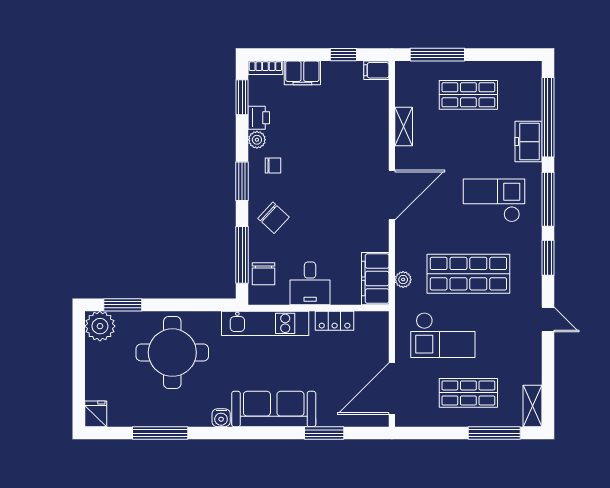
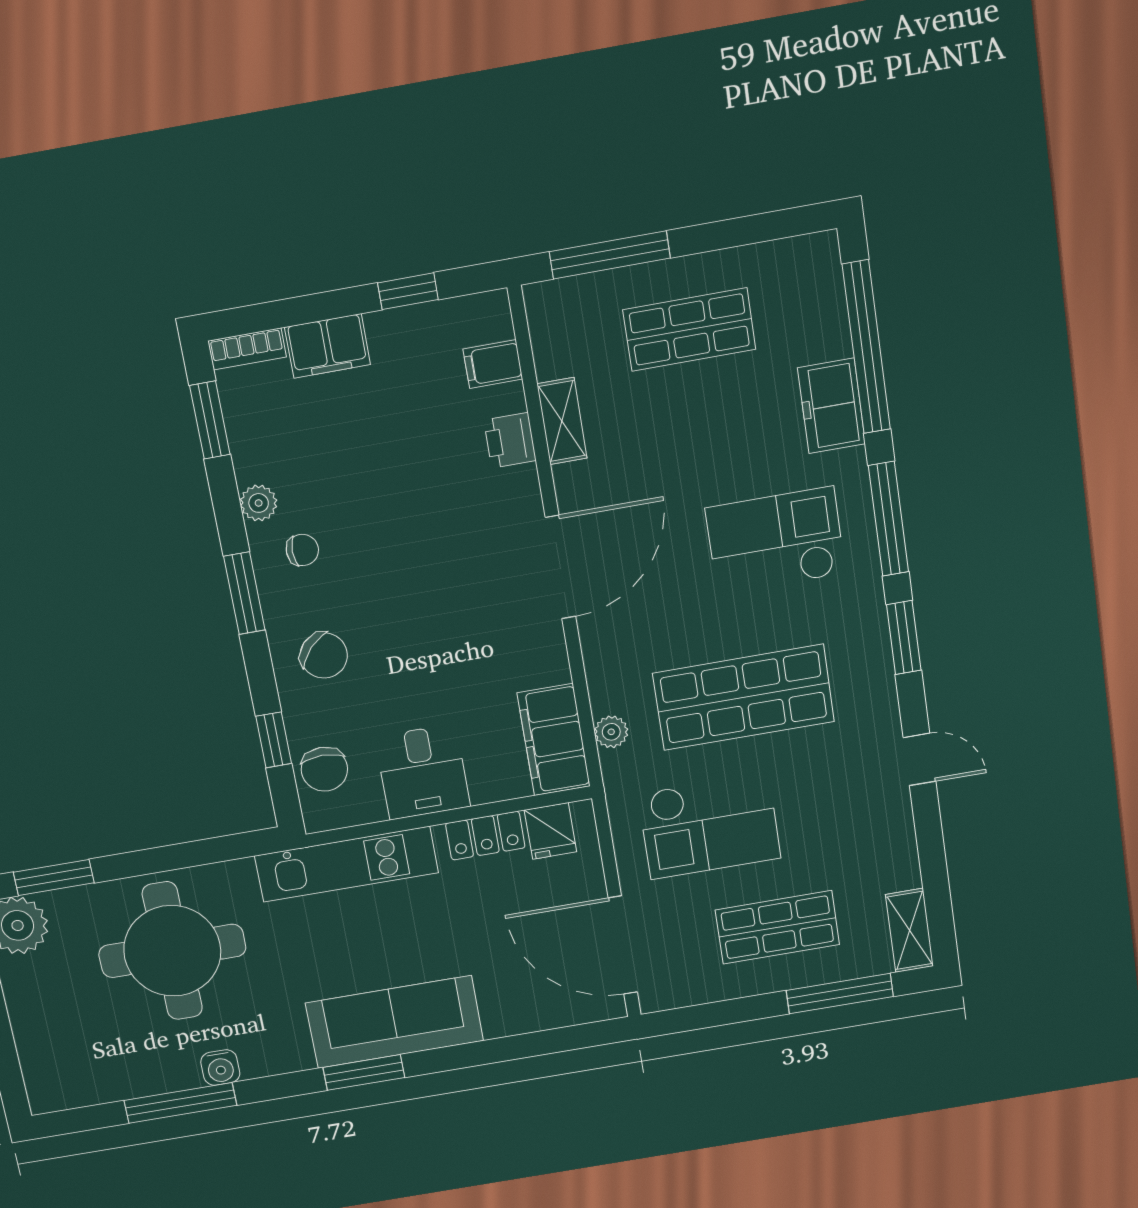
filing cabinet: (376, 70) -> (493, 364), moved
printer: (259, 118) -> (510, 440), moved, turned 180
window: (242, 255) -> (274, 740), width x0.46
door: (392, 389) -> (623, 945), hinge flipped
fridge: (96, 414) -> (550, 831), moved, turned 180
water cooler: (221, 418) -> (220, 1068), moved
window: (324, 433) -> (364, 1072), moved

